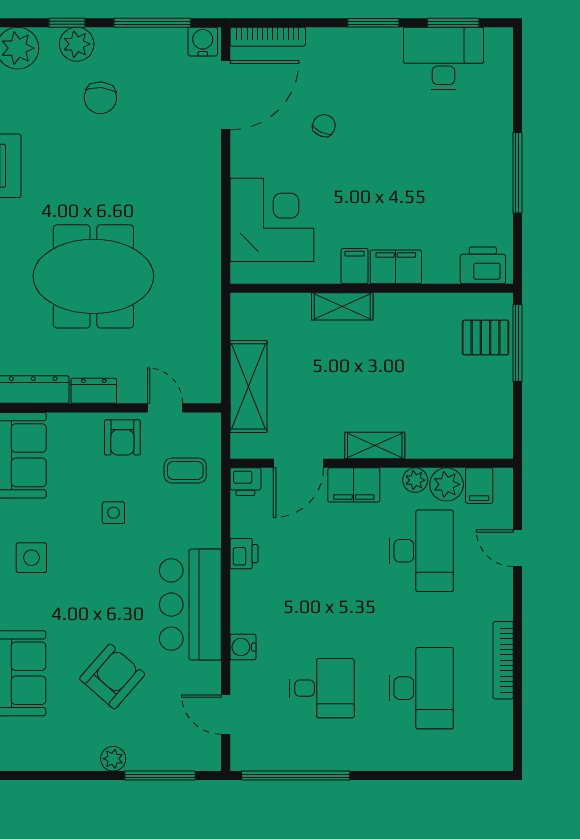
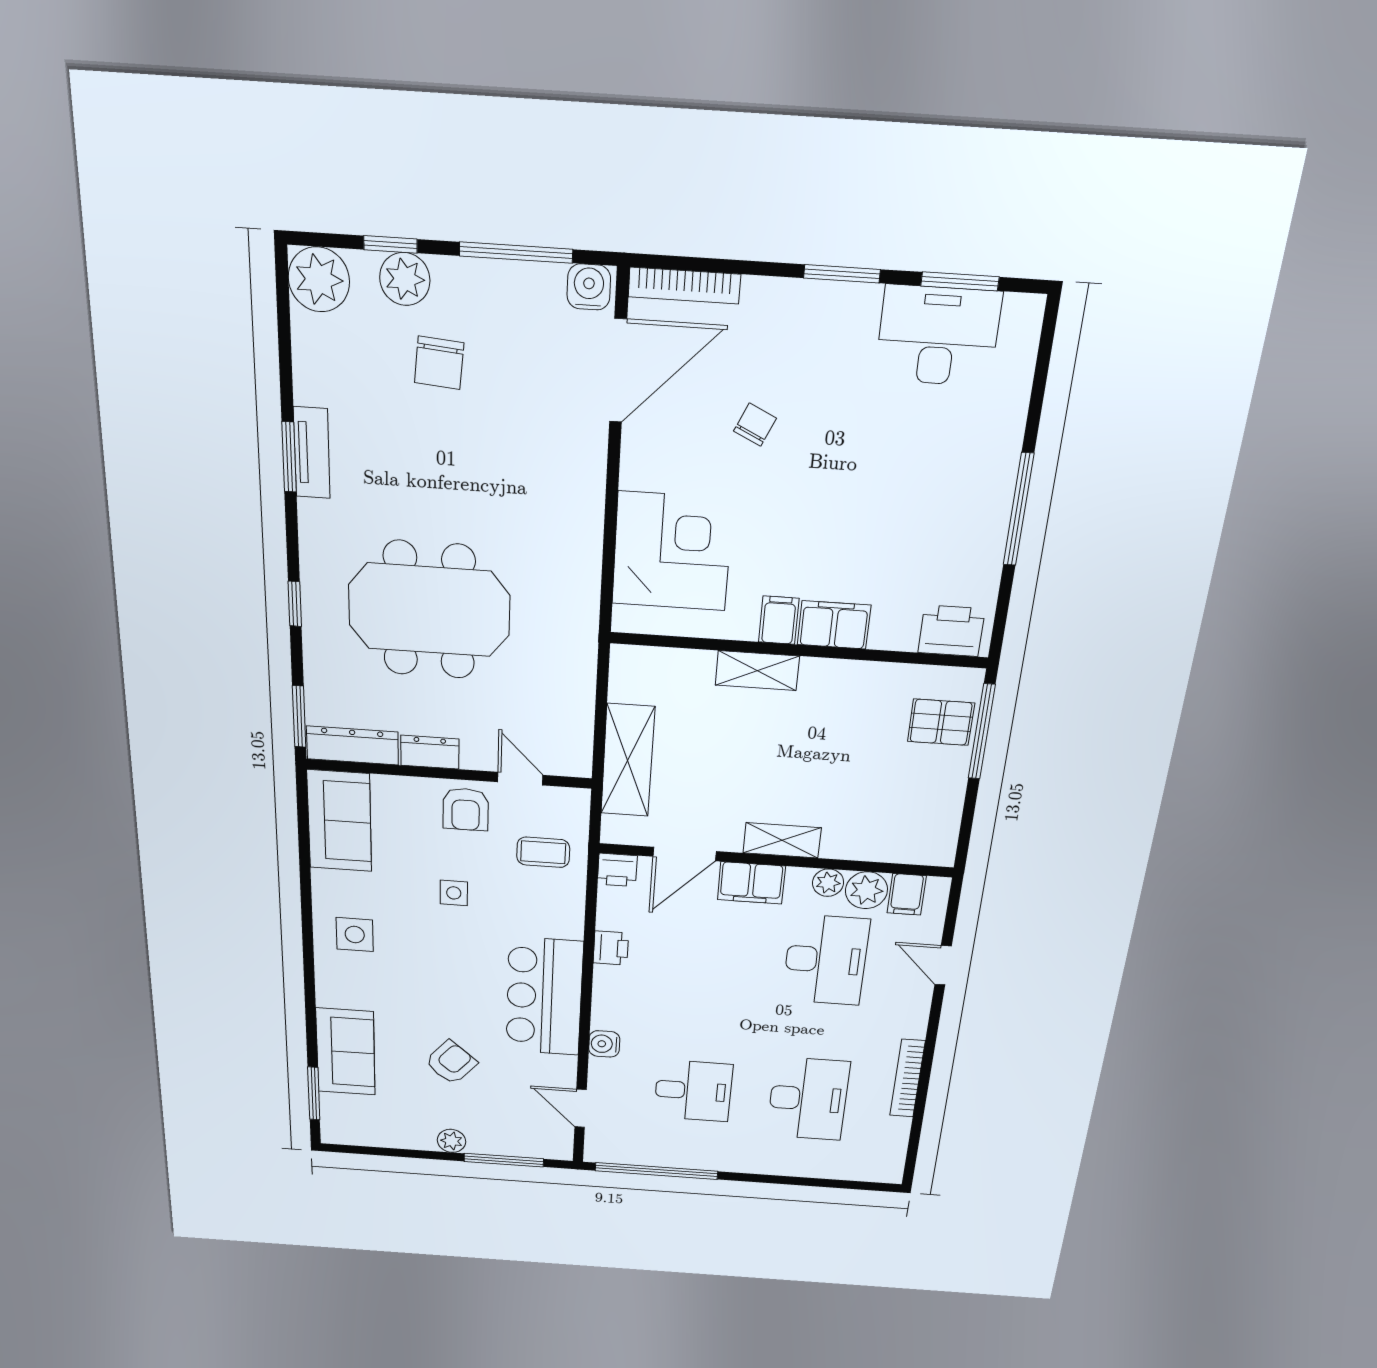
armchair: (112, 676) -> (451, 1062), width x0.72, depth x0.72

